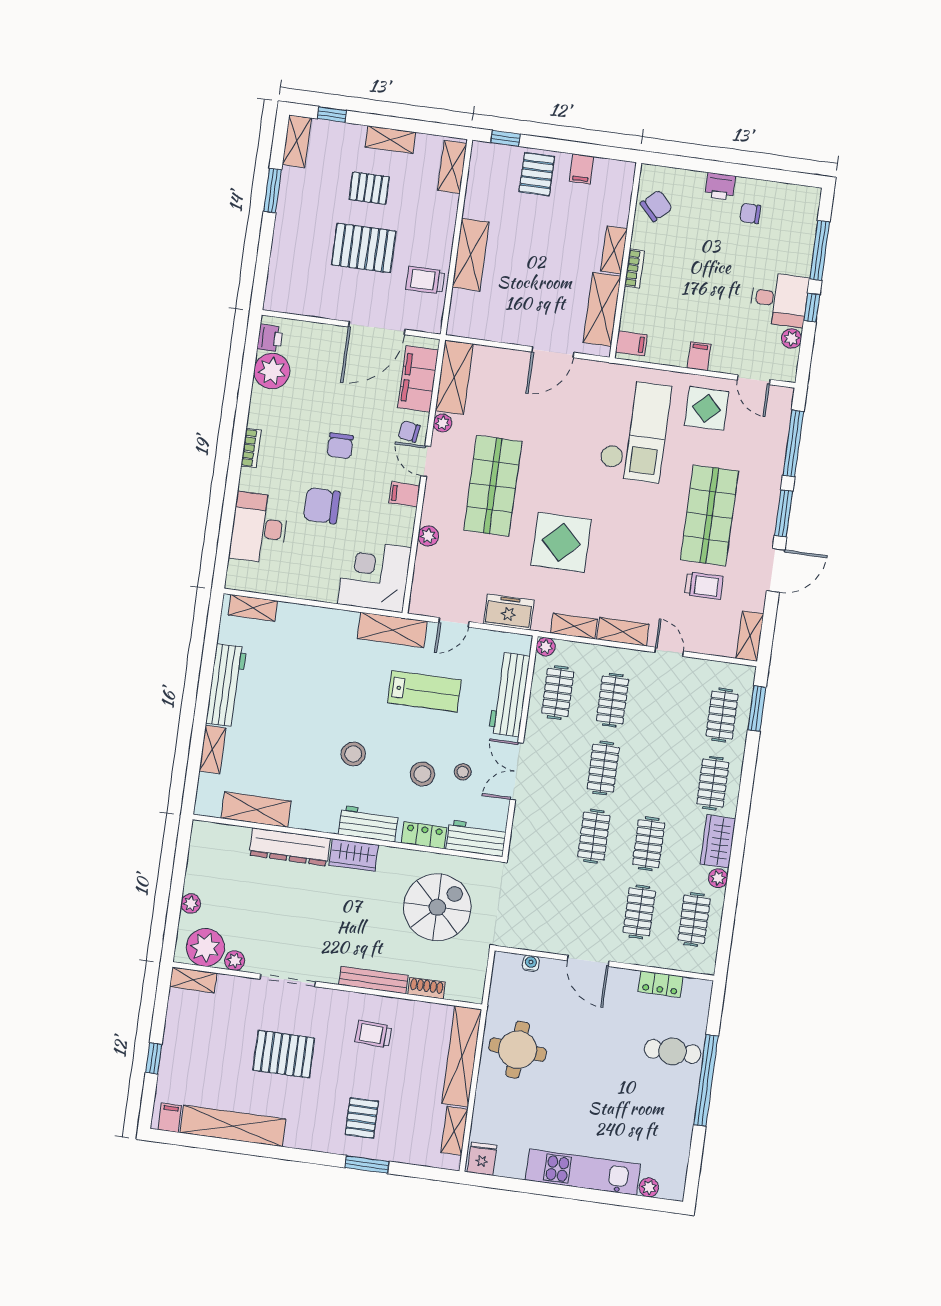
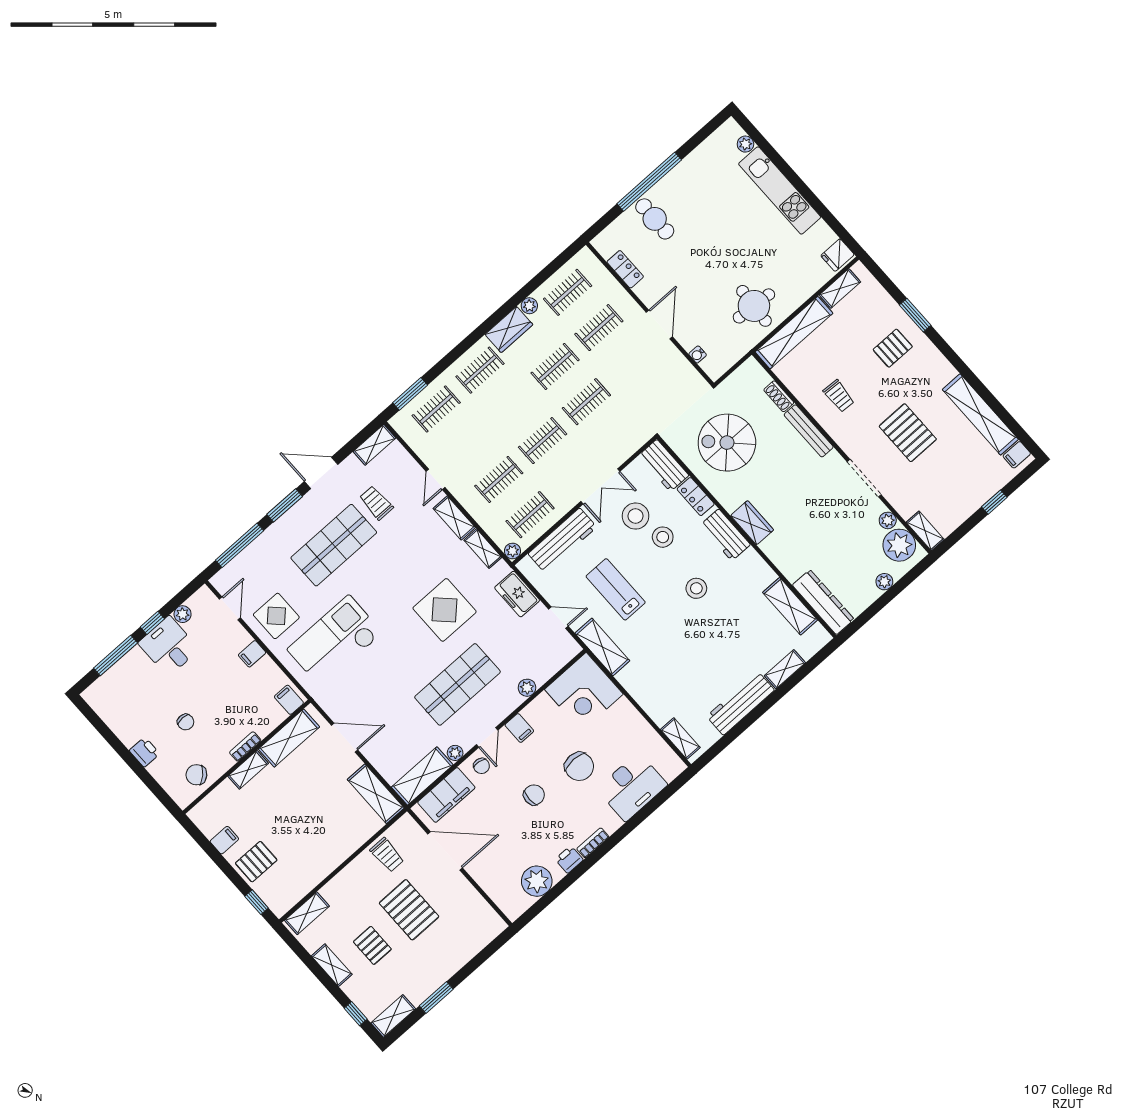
chair: (750, 213) -> (186, 722), moved
shelving: (471, 255) -> (376, 794), moved, turned 90
printer: (270, 338) -> (569, 860), moved
stool: (463, 772) -> (636, 516), width x1.89, depth x1.89
dresser: (290, 847) -> (823, 602), moved

